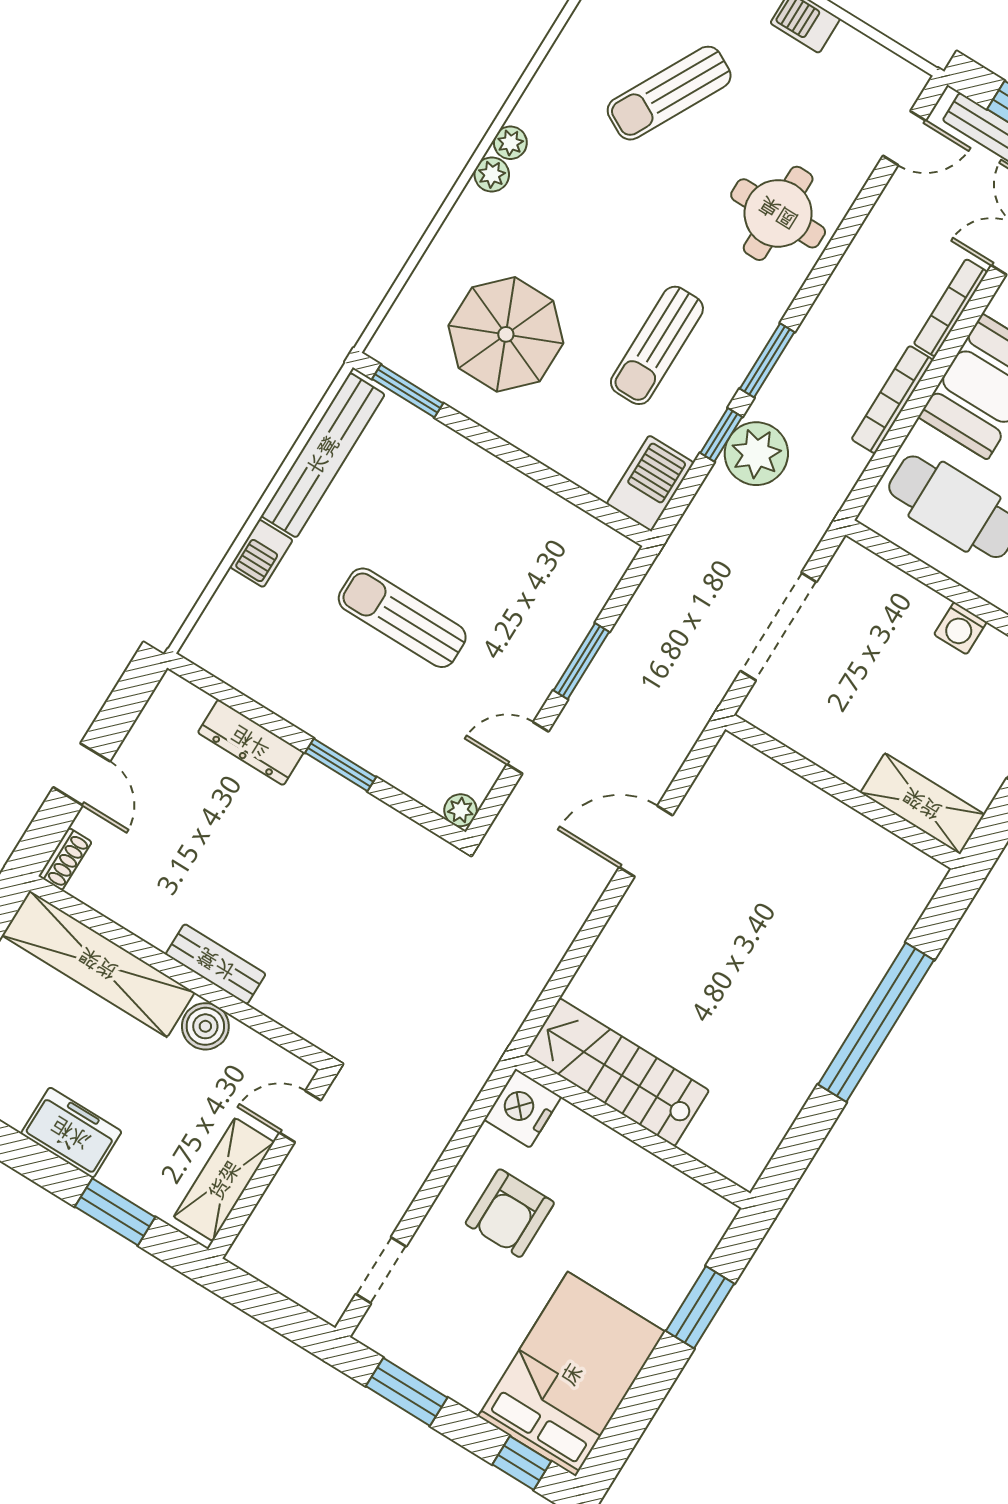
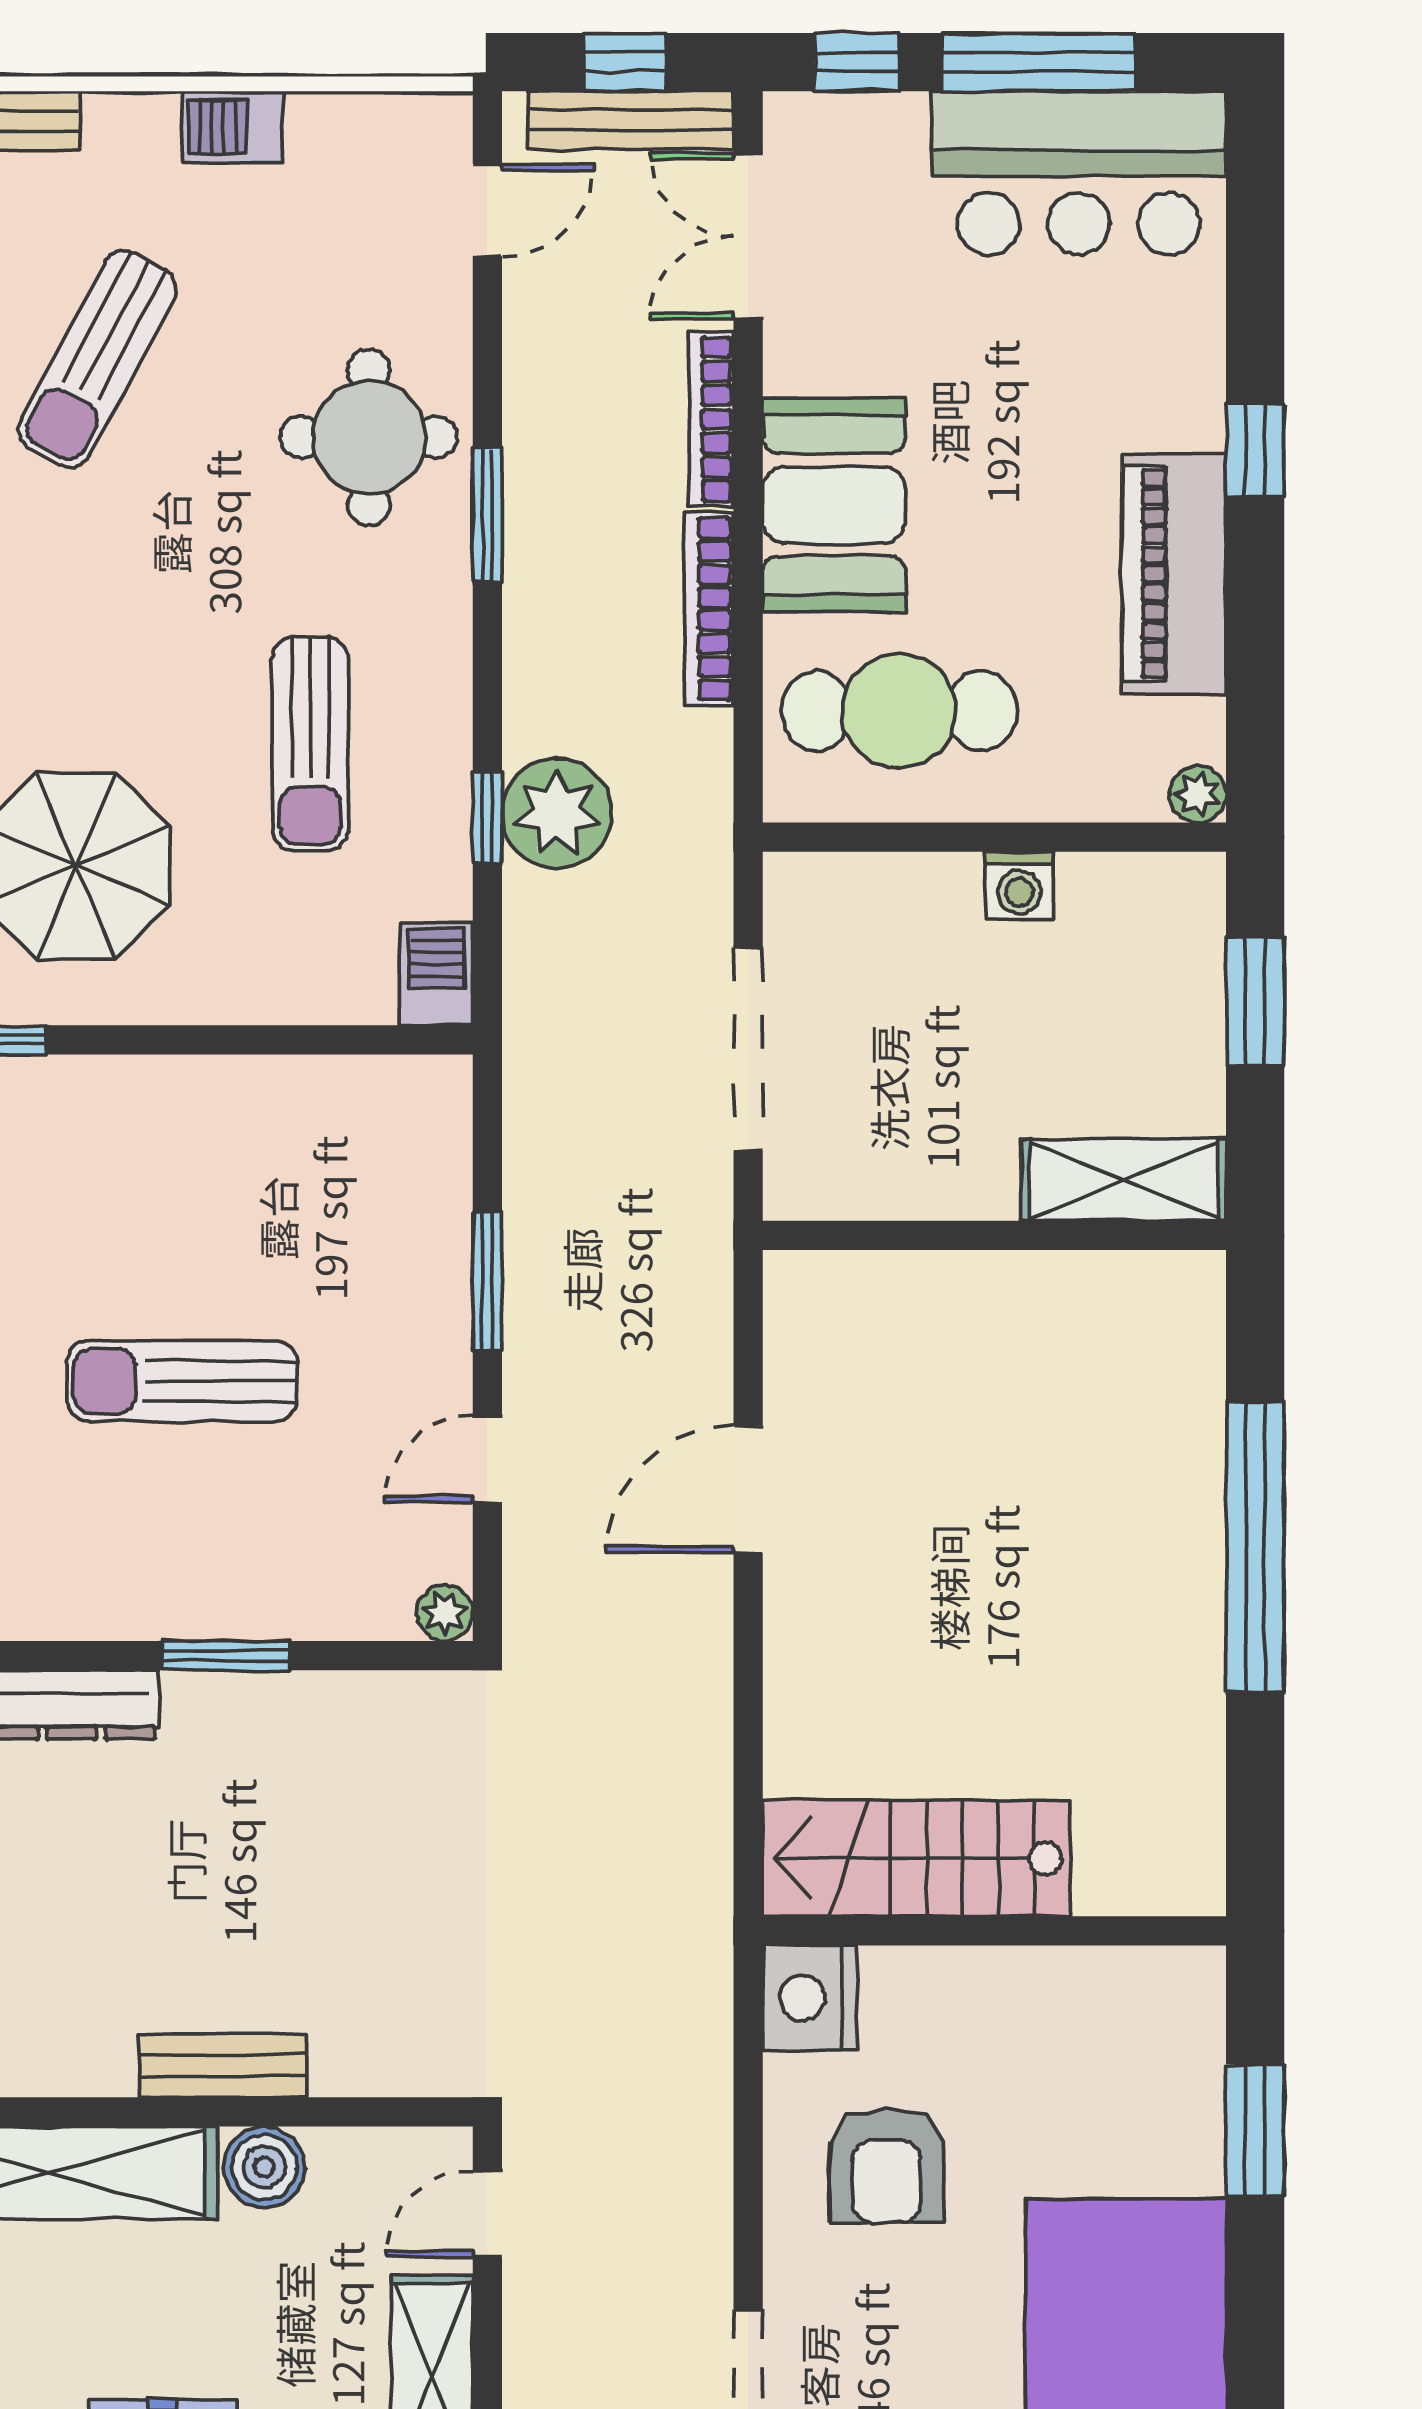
window: (767, 360) -> (487, 515), moved
barbecue: (650, 483) -> (436, 974), width x0.73, depth x0.79

